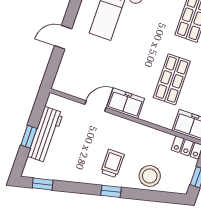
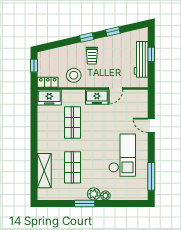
door: (63, 37) -> (151, 125), swing flipped
stool: (150, 176) -> (74, 75), moved
window: (43, 184) -> (113, 31), moved

